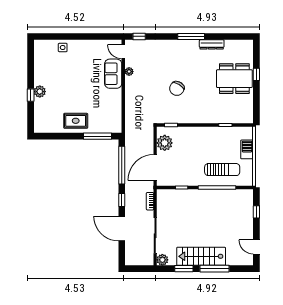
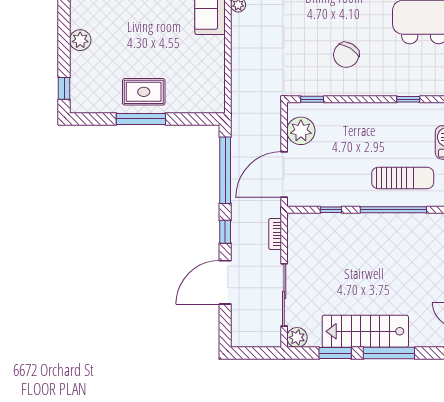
chair: (177, 88) -> (346, 55), moved
window: (31, 95) -> (64, 88), moved
window: (98, 136) -> (141, 119), moved
door: (122, 229) -> (225, 282), hinge flipped

